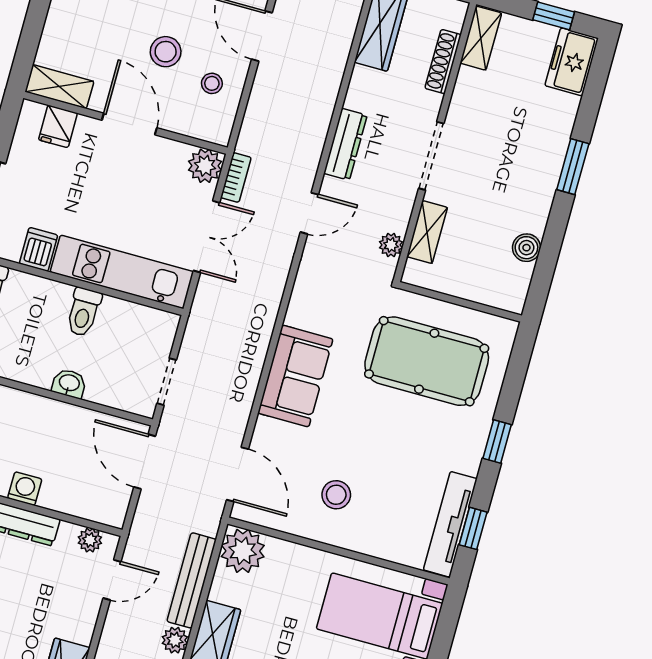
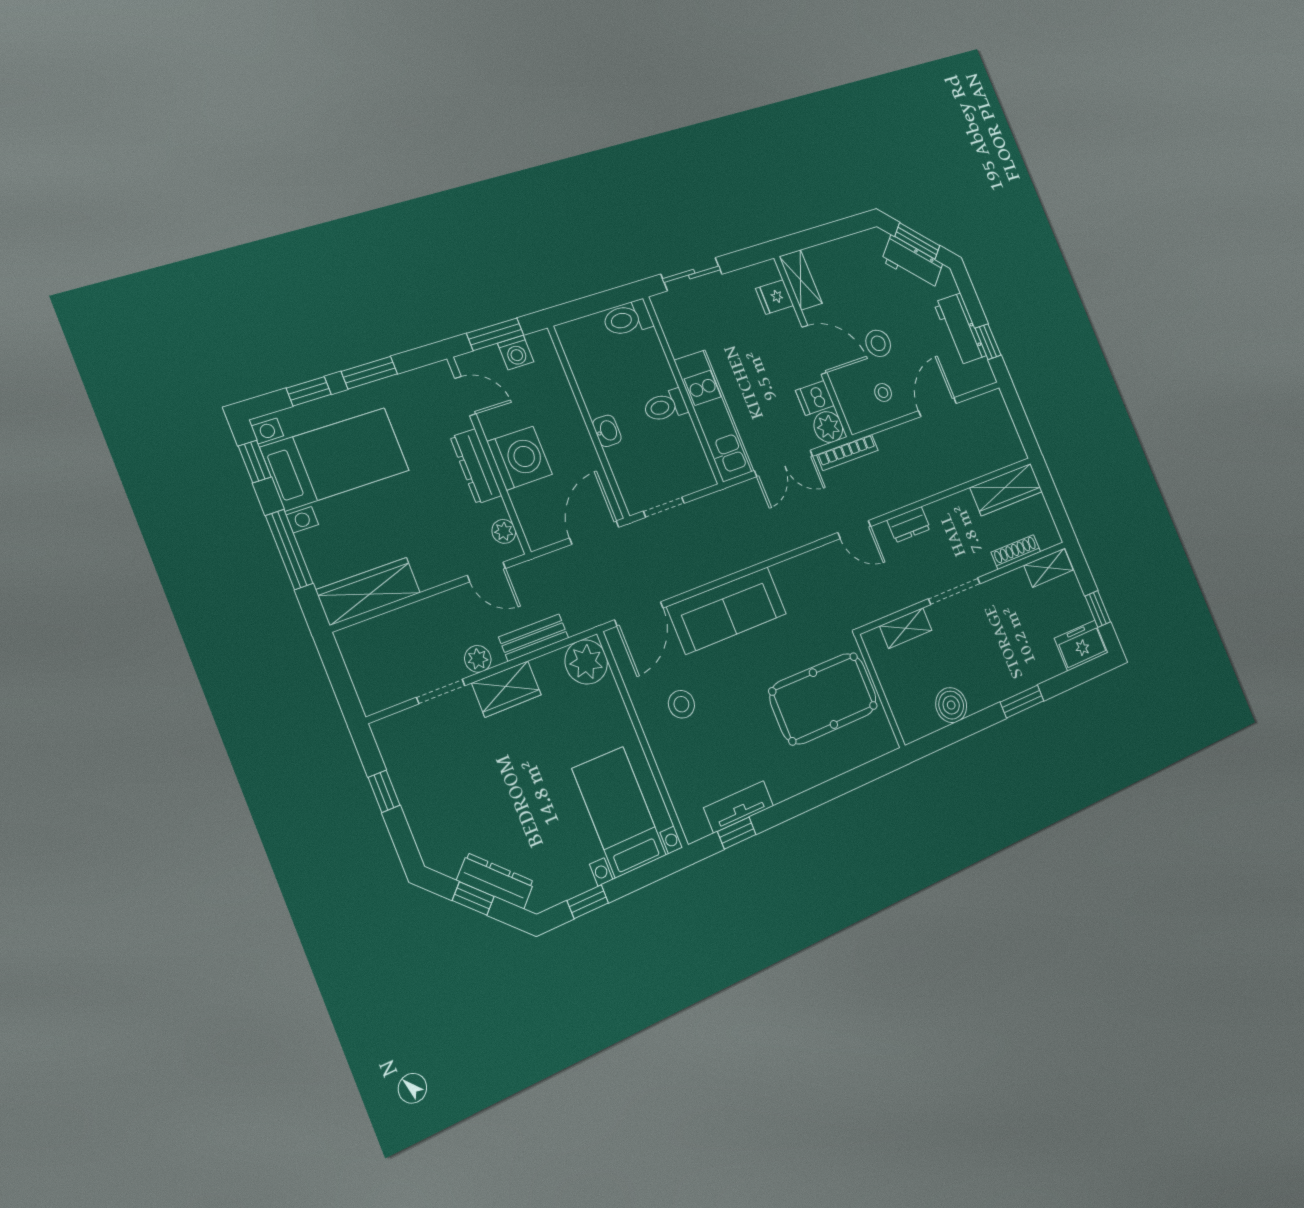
door: (129, 124) -> (814, 350), hinge flipped
dresser: (345, 144) -> (909, 525), width x0.70
bookcase: (236, 177) -> (847, 452), width x1.56
plant: (391, 245) -> (878, 608), removed
boiler: (526, 248) -> (951, 705), width x1.36, depth x1.36
dishwasher: (39, 249) -> (815, 398), moved, turned 180
pool table: (427, 361) -> (823, 699), turned 90
sofa: (295, 376) -> (727, 610), width x1.36
window: (497, 442) -> (810, 799), removed
washing machine: (25, 489) -> (520, 458), width x1.89, depth x1.89
tv unit: (450, 524) -> (739, 807), width x0.71
bench: (192, 580) -> (534, 638), width x0.73

